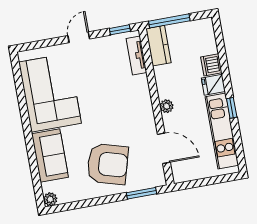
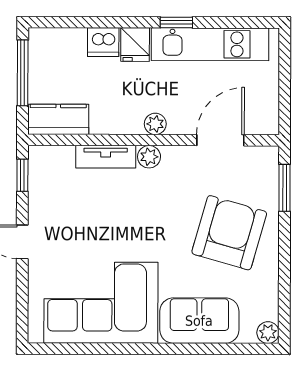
window: (169, 21) -> (23, 73), moved
tv unit: (136, 56) -> (106, 157), moved
plant: (146, 106) -> (149, 157), added

